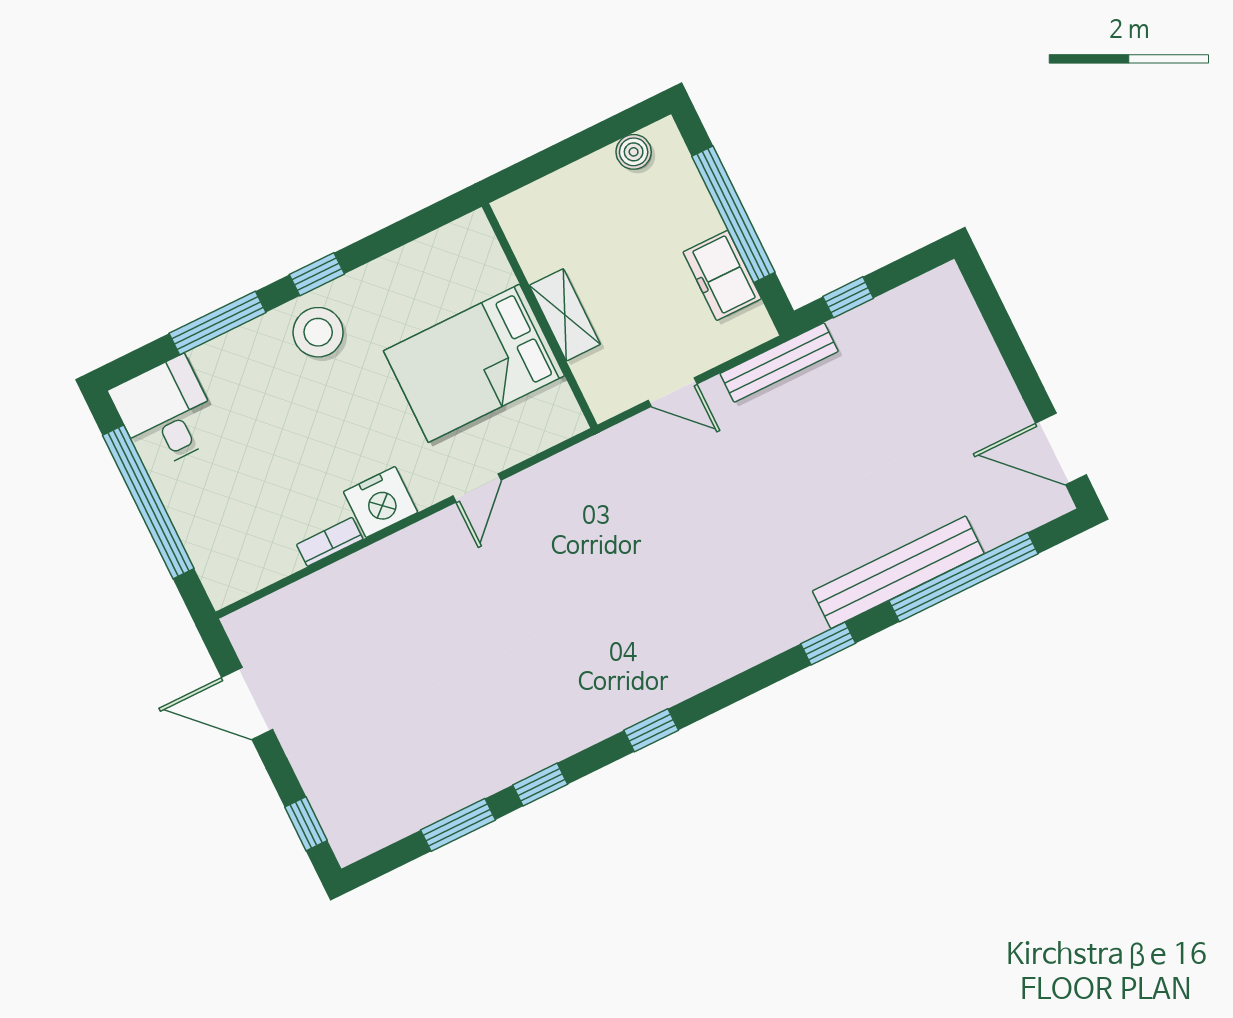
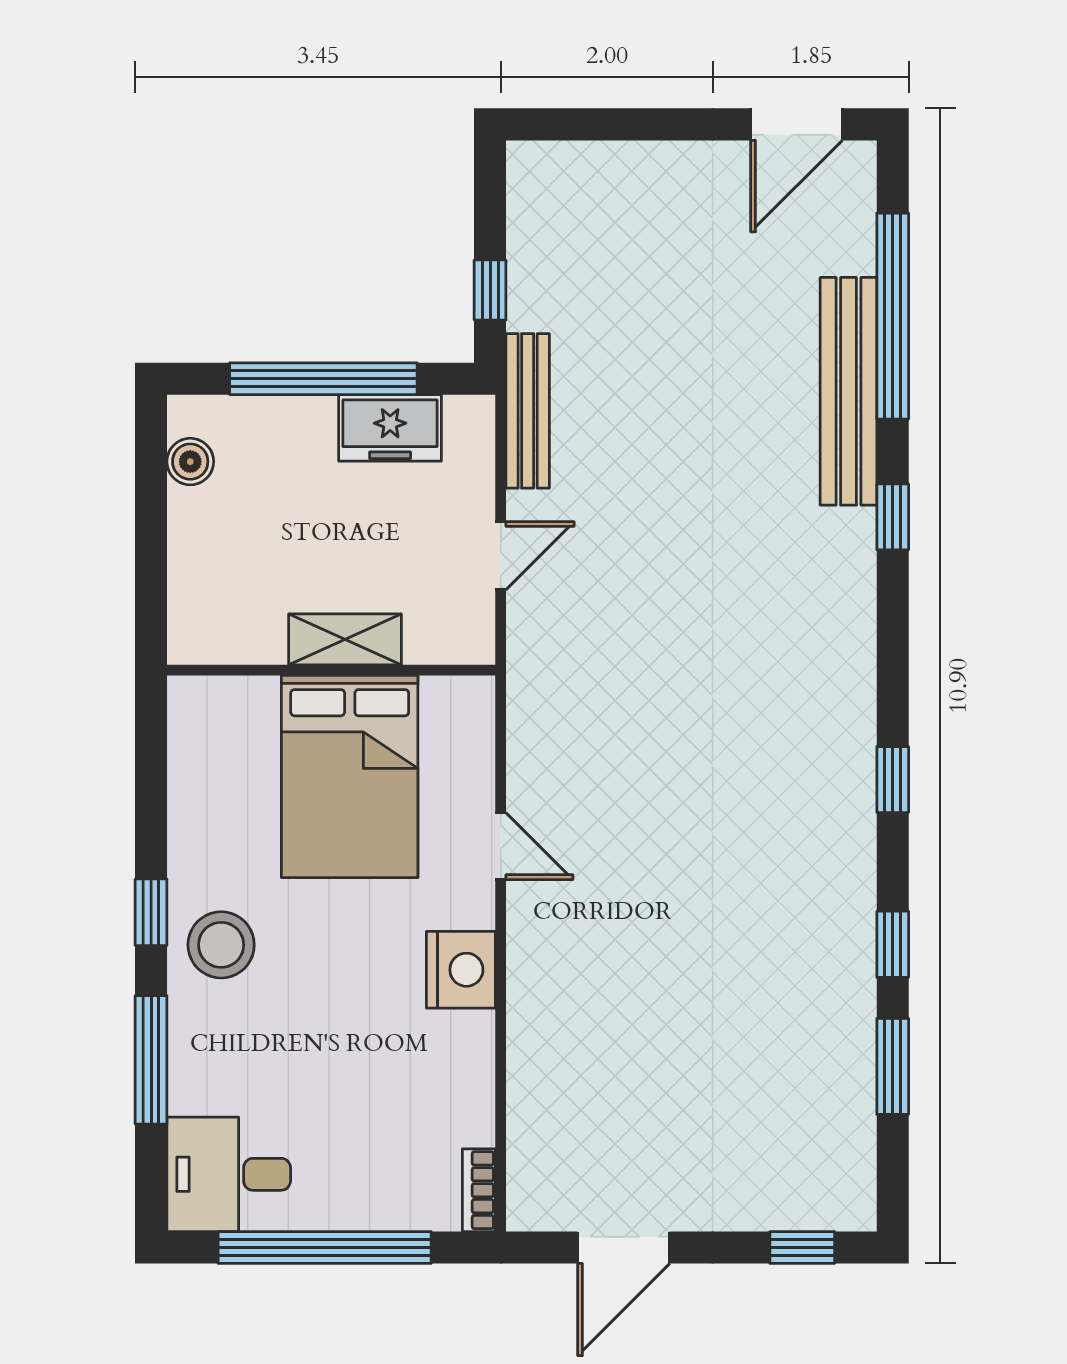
bookcase: (330, 542) -> (479, 1190), moved

